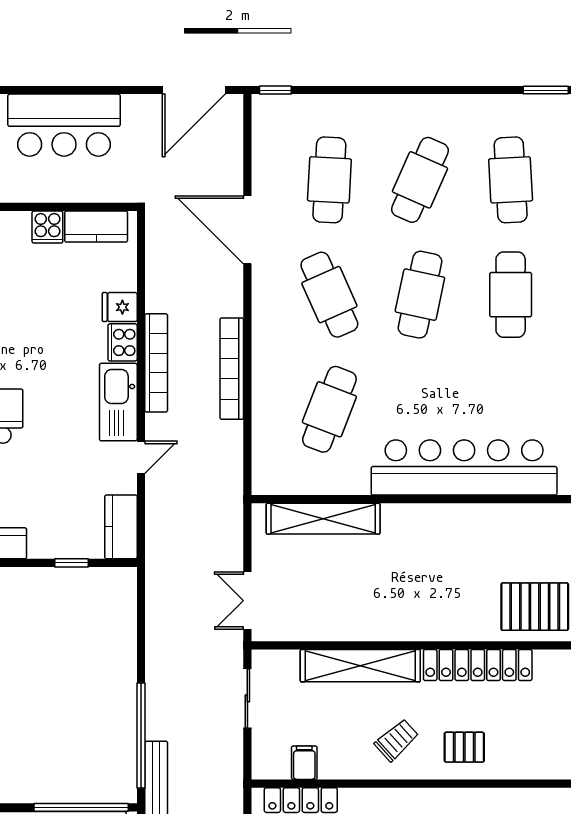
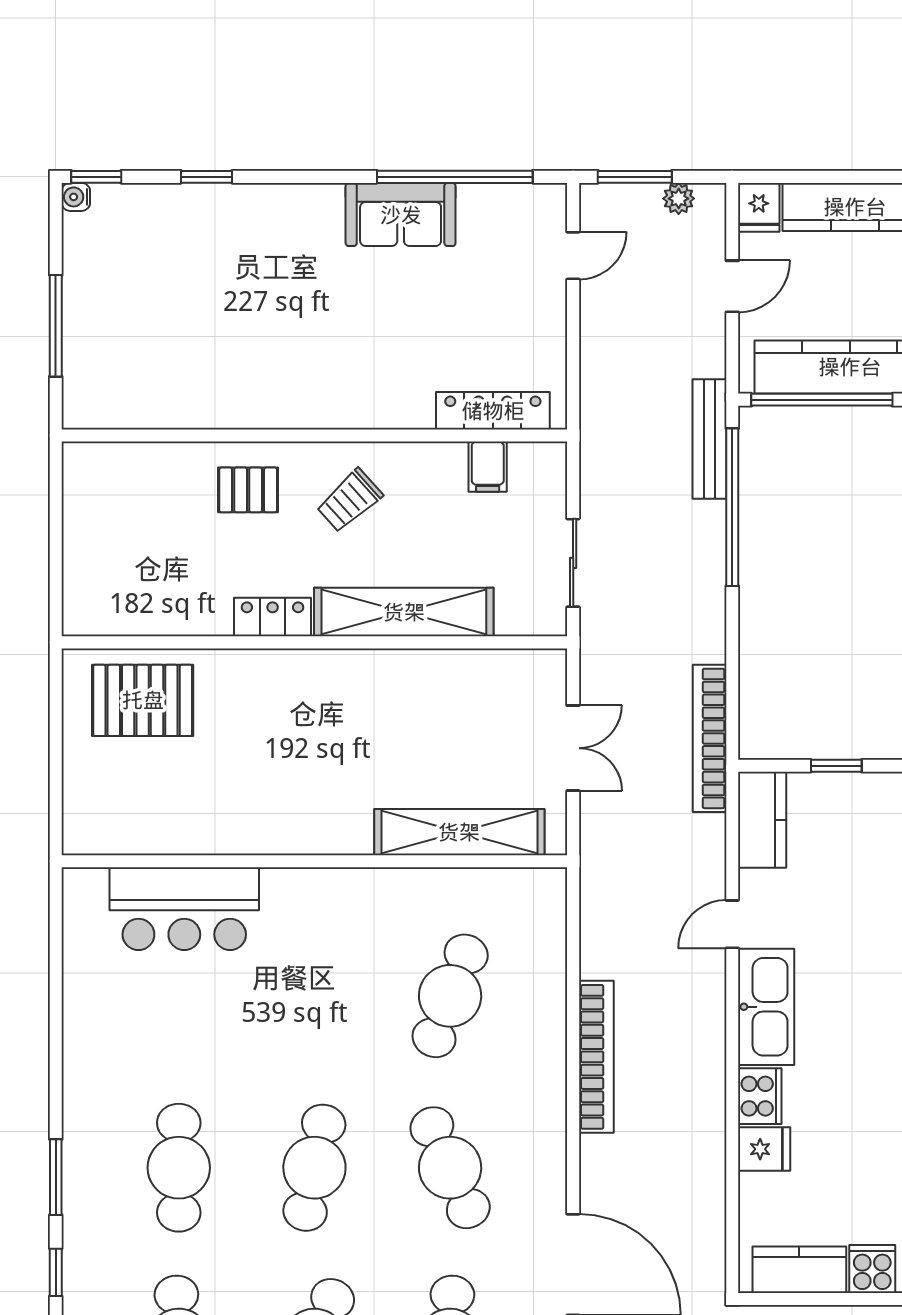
bookcase: (156, 363) -> (710, 738), moved
bar counter: (464, 468) -> (184, 909), width x0.54
double door: (247, 601) -> (573, 748), moved
locker: (478, 665) -> (273, 617), width x0.46, depth x0.83

